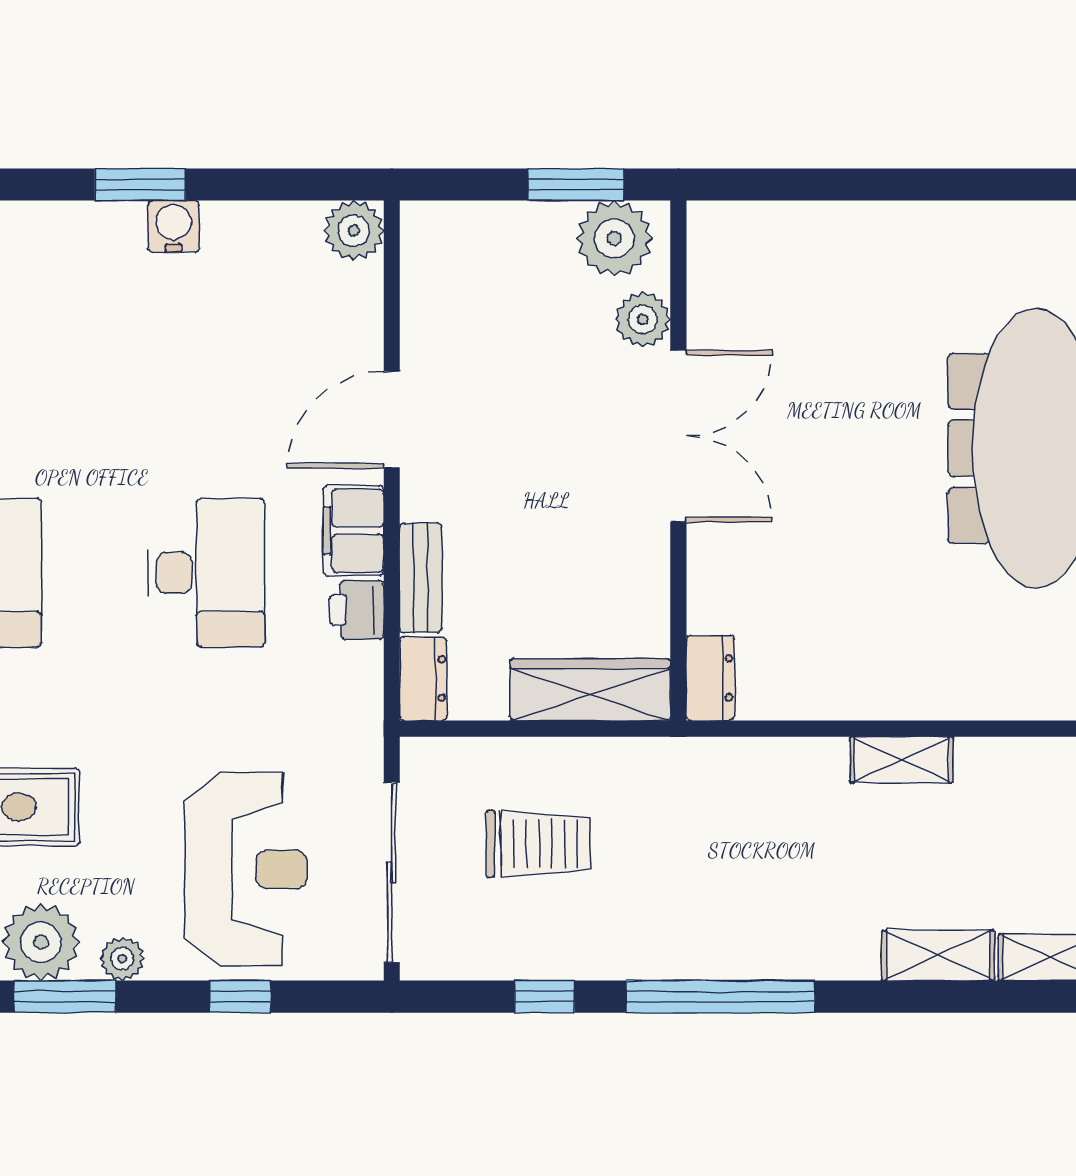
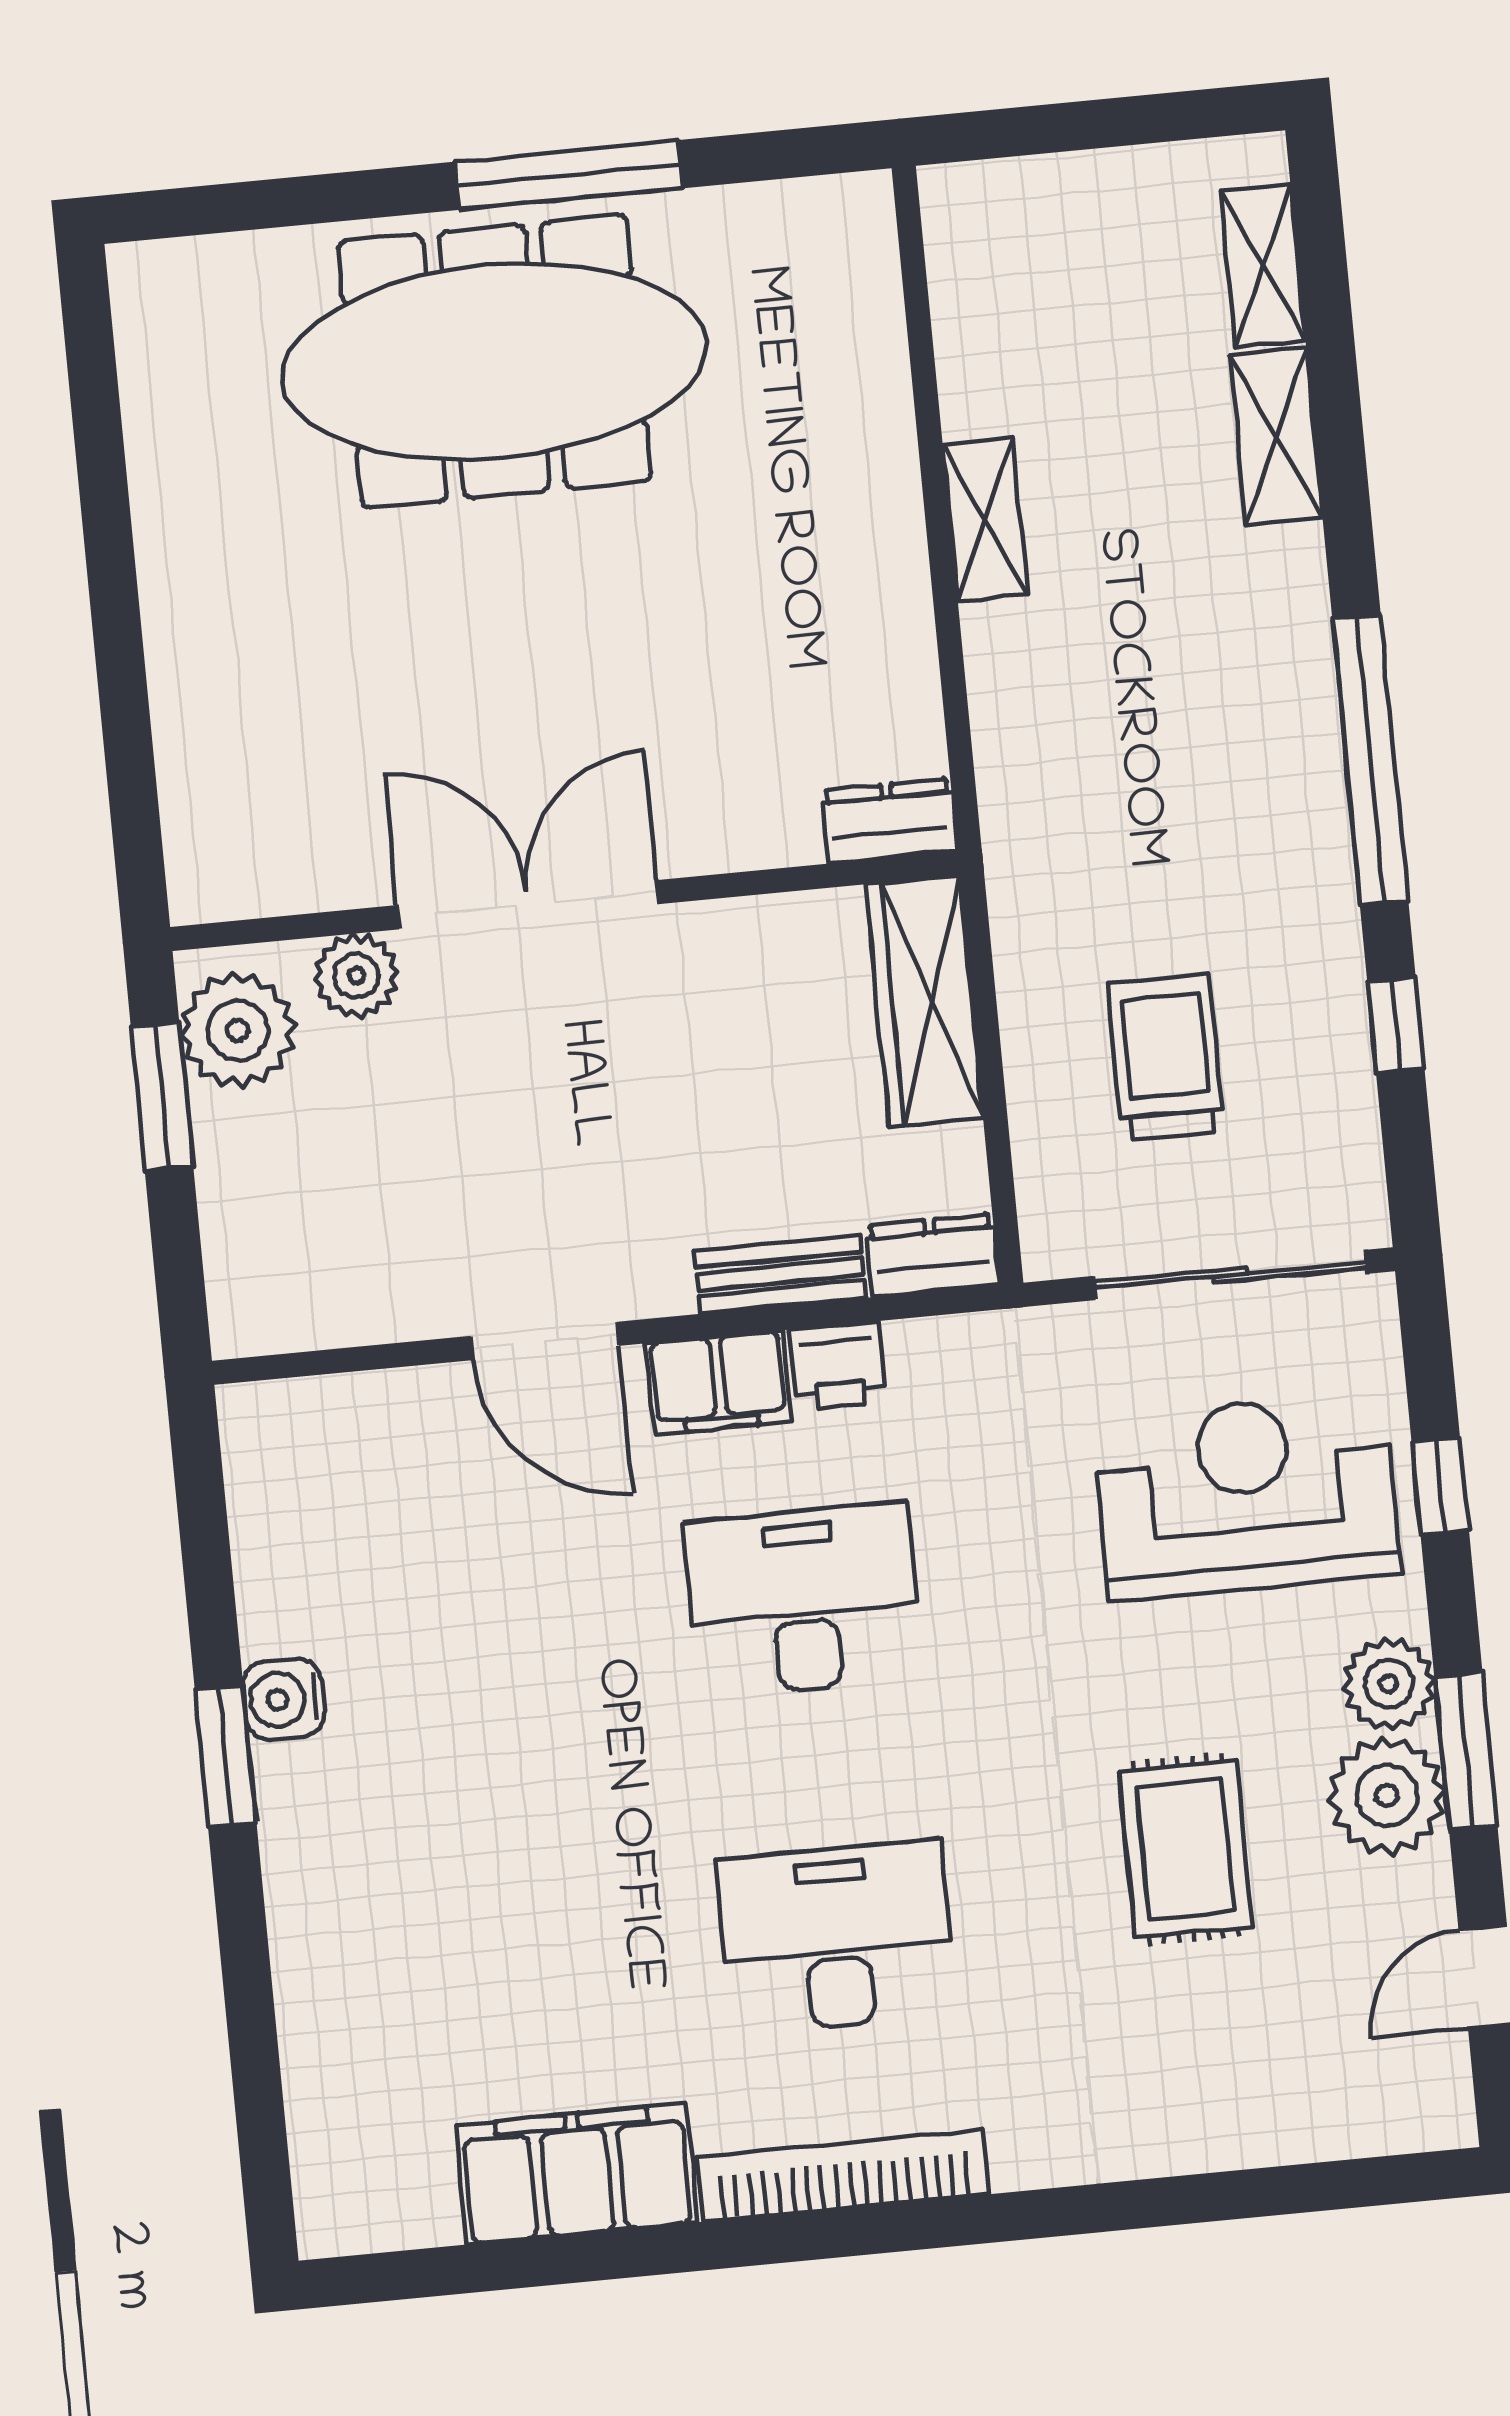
plant: (354, 230) -> (264, 1426), removed
plant: (122, 959) -> (1389, 1684), width x1.38, depth x1.38

